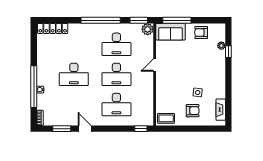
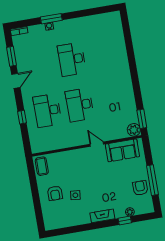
window: (101, 20) -> (135, 78), removed
window: (177, 20) -> (152, 180), moved
locker: (53, 28) -> (117, 28), removed
sofa: (170, 32) -> (122, 150), moved, turned -90
desk: (116, 44) -> (112, 99), removed
window: (34, 87) -> (51, 19), width x0.47
fireplace: (221, 110) -> (102, 216), moved
window: (141, 129) -> (22, 117), moved

